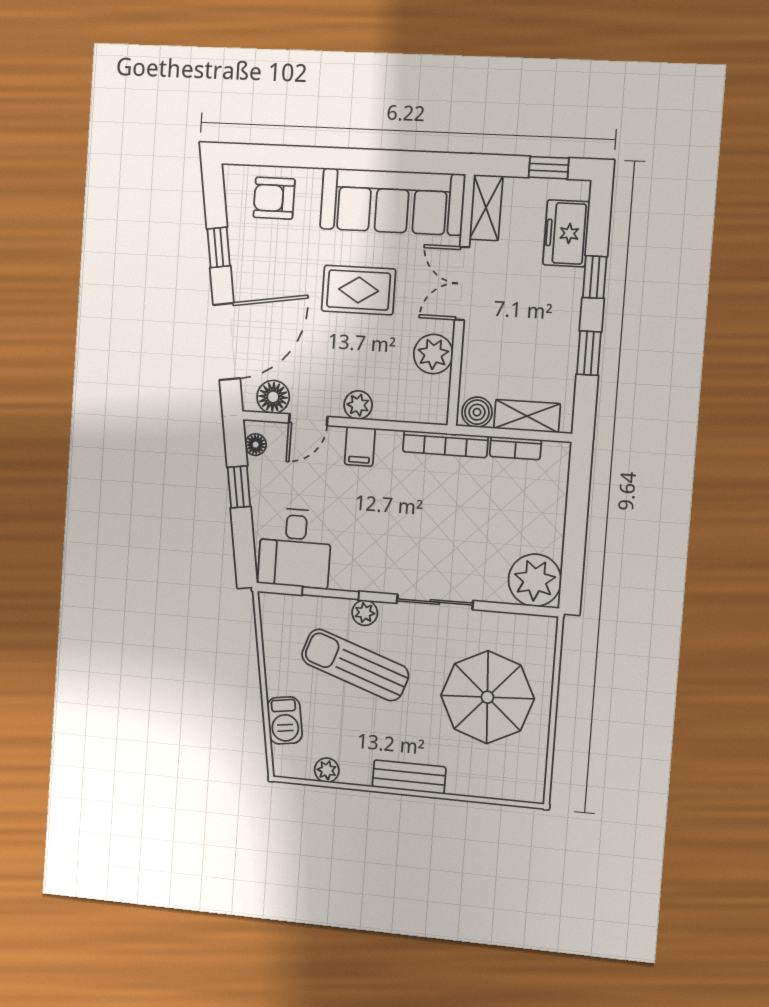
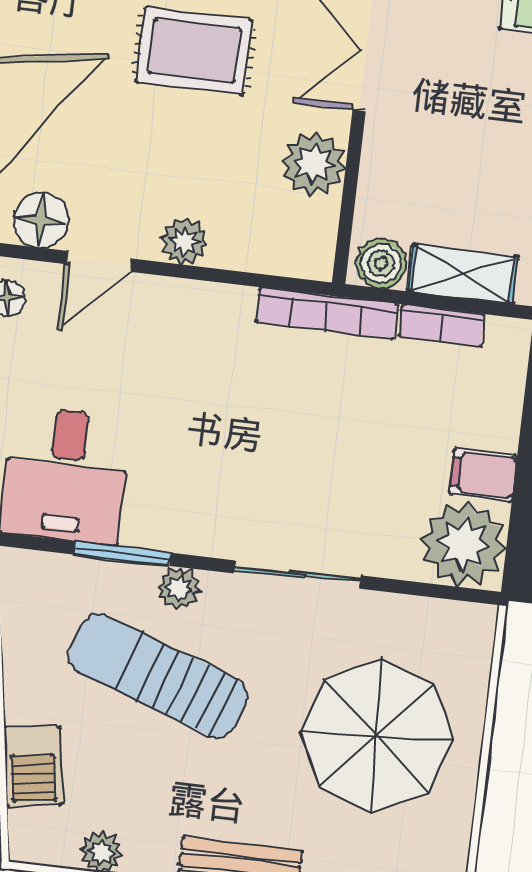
filing cabinet: (360, 446) -> (483, 475), moved, turned 90

